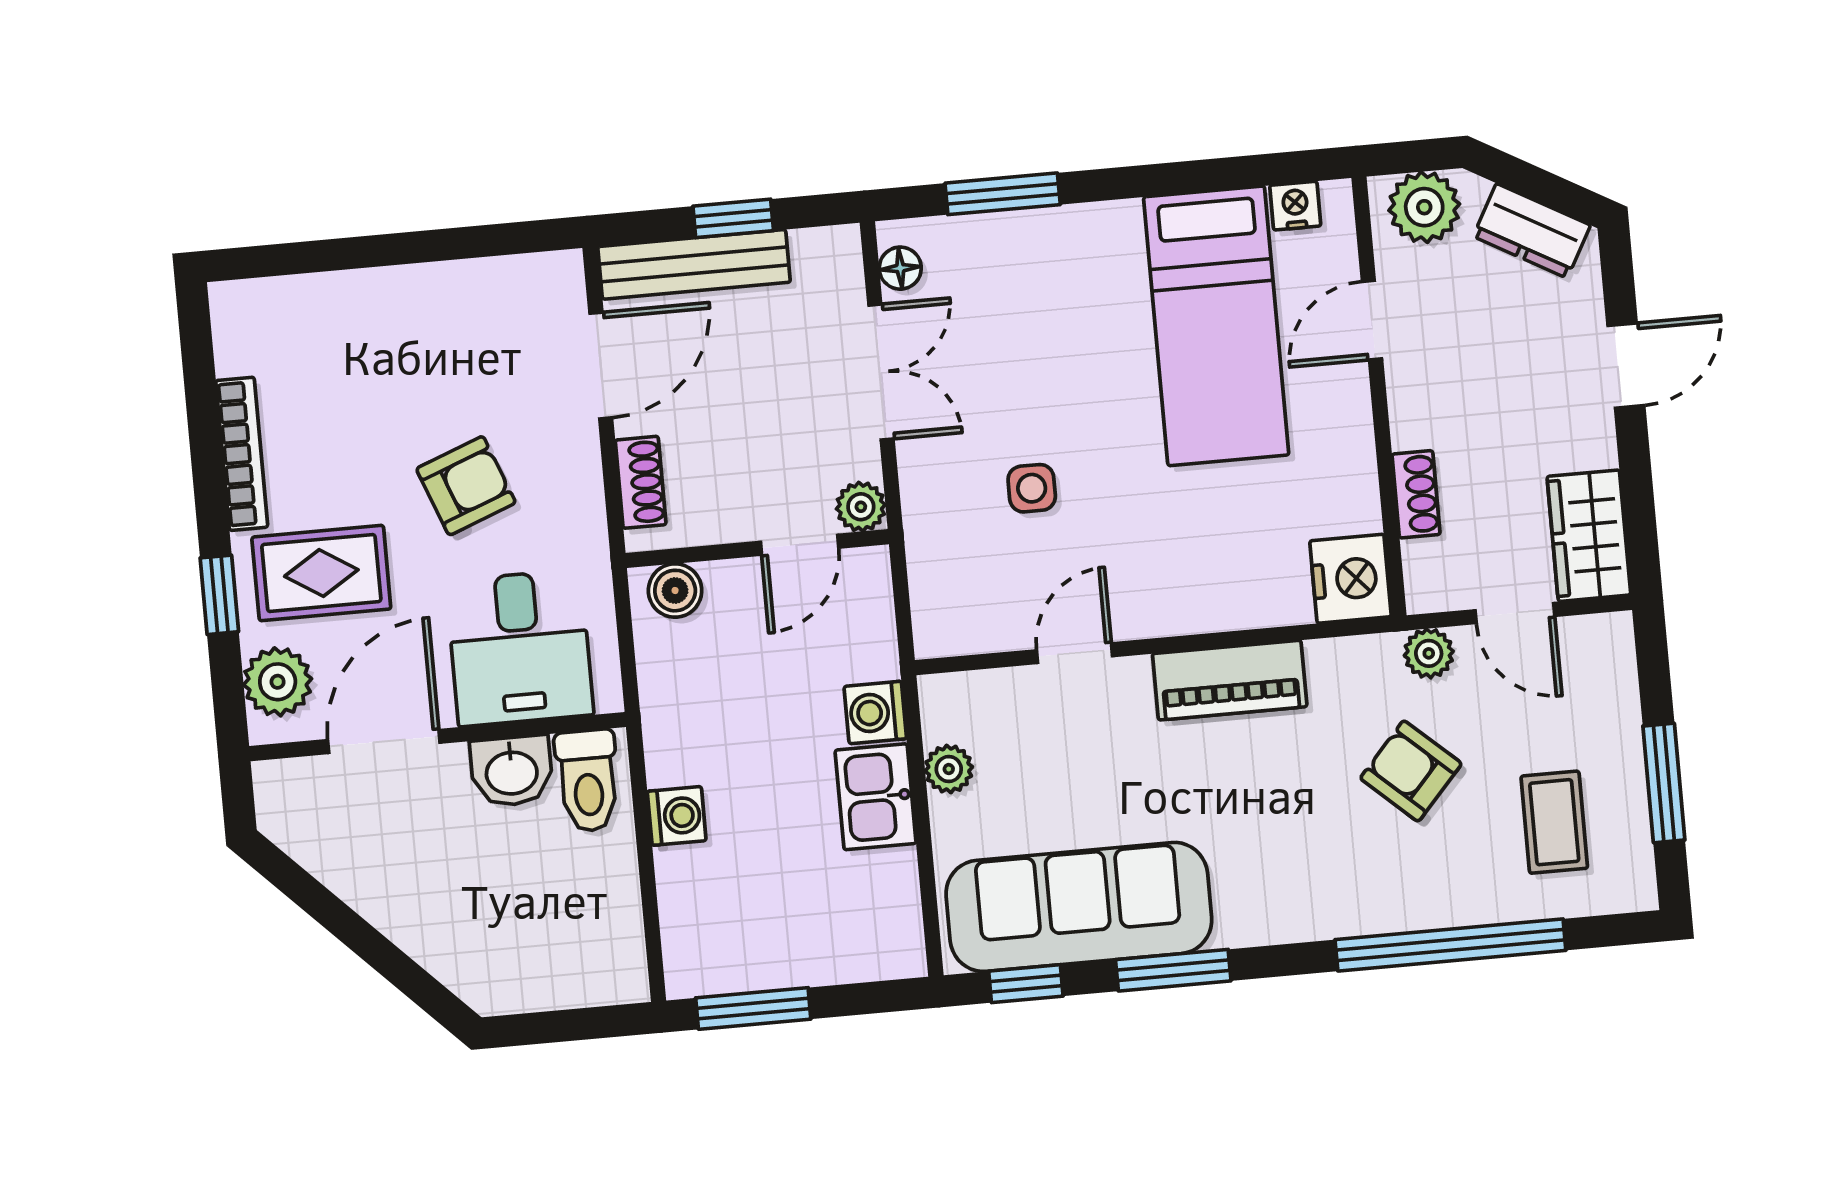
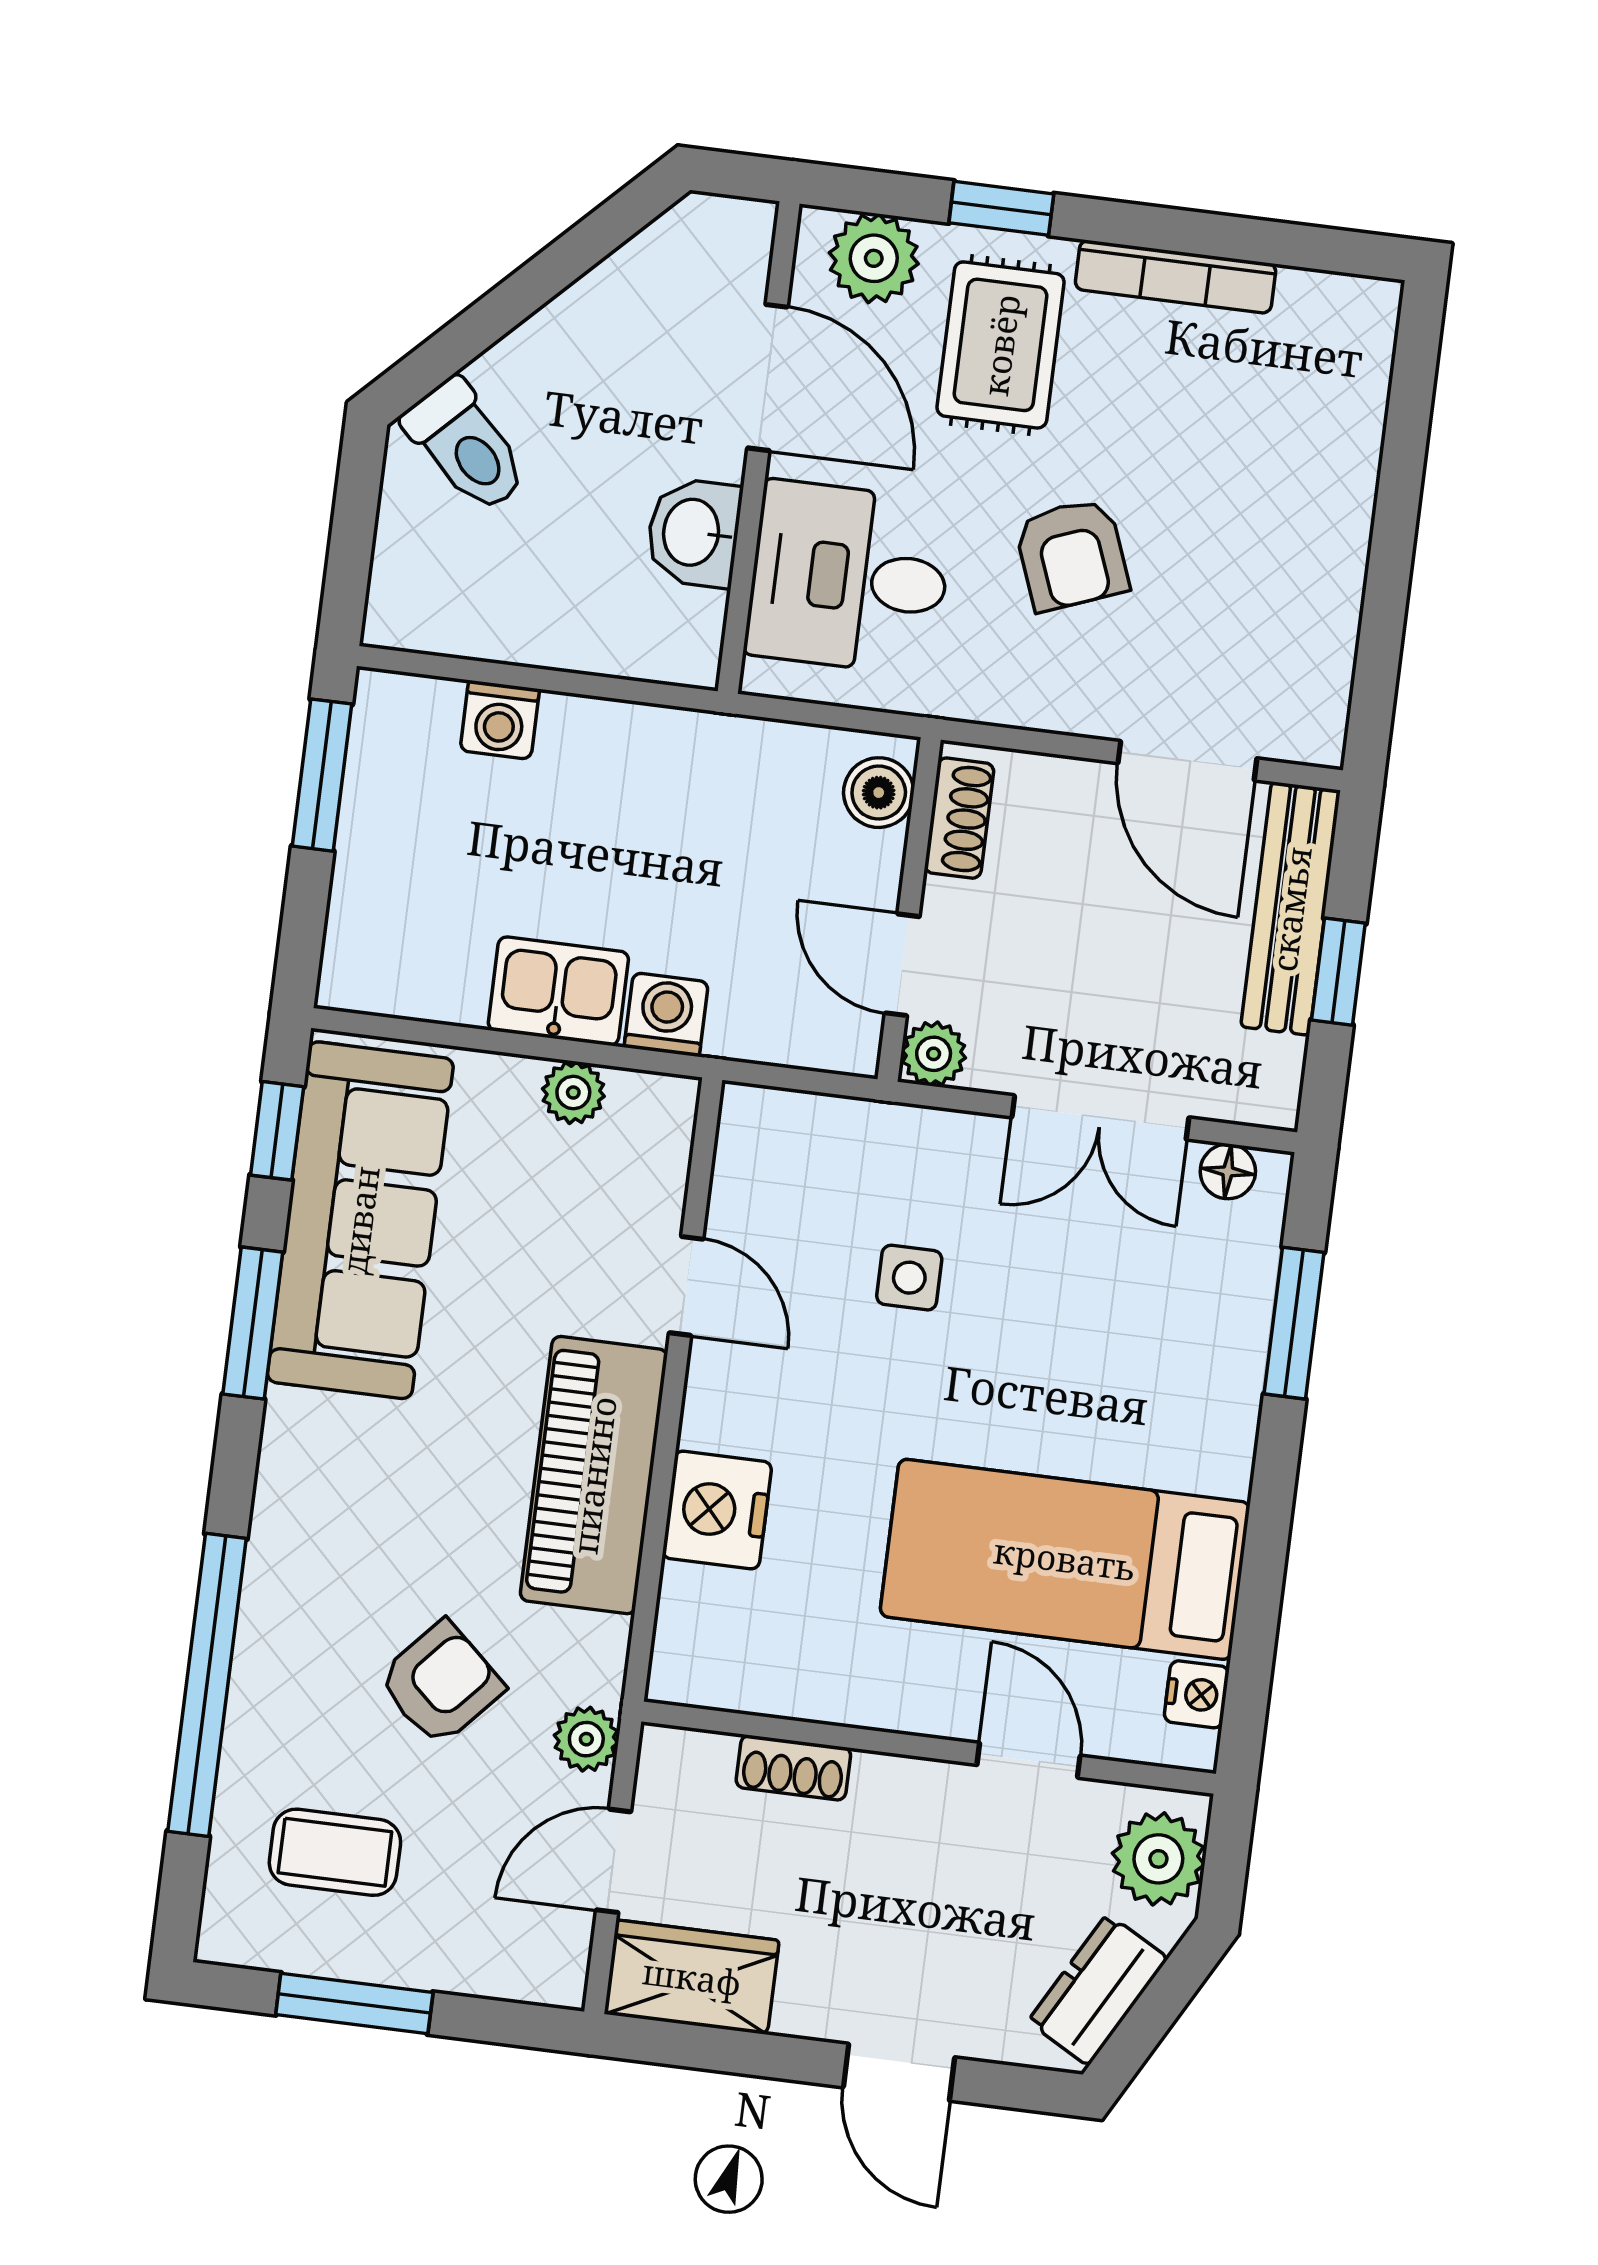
shoe rack: (641, 482) -> (959, 818), moved, turned -90
nightstand: (1351, 579) -> (717, 1510), moved, turned 90
piano: (1230, 680) -> (594, 1475), width x1.37, depth x1.33
toilet: (588, 781) -> (466, 446), moved, turned -135
washing machine: (677, 816) -> (500, 720), moved

